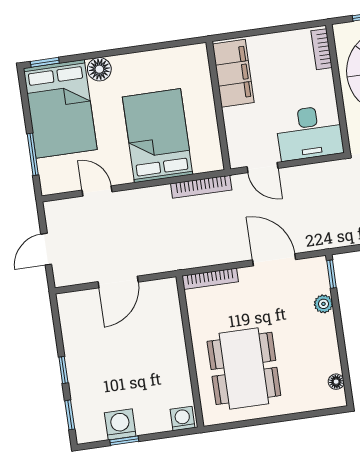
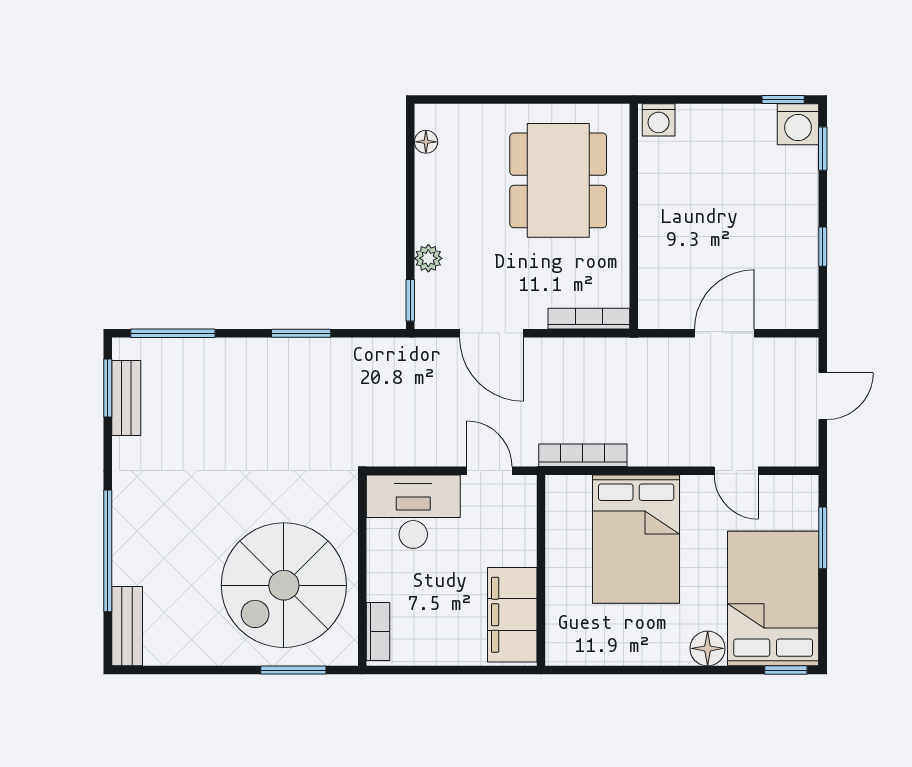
window: (63, 370) -> (823, 247), moved
washing machine: (120, 424) -> (798, 124), moved
window: (124, 441) -> (783, 99), moved

